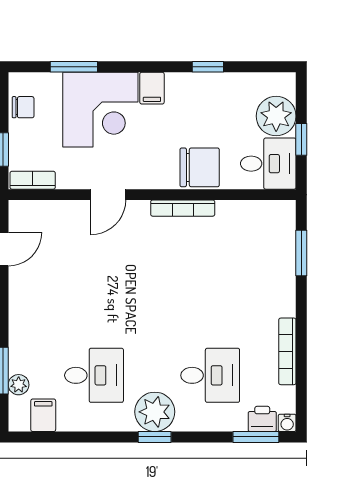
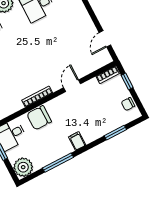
window: (208, 67) -> (58, 163), width x2.17
corner desk: (100, 110) -> (94, 120), removed
plant: (276, 116) -> (23, 167), moved

